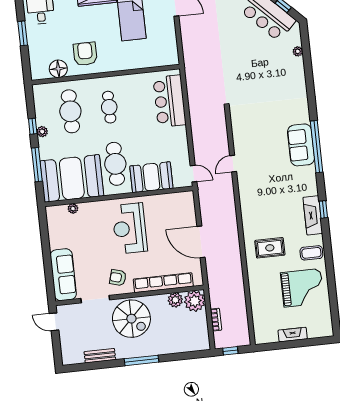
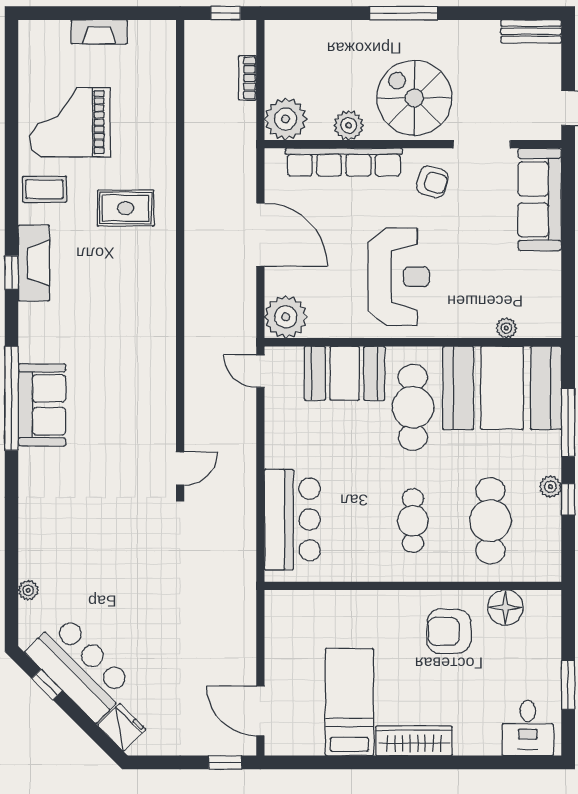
armchair: (85, 54) -> (449, 631), turned 90
door: (233, 164) -> (180, 469), moved
plant: (184, 202) -> (286, 317), added
plant: (175, 300) -> (349, 125), moved
bench: (100, 356) -> (531, 31), moved

